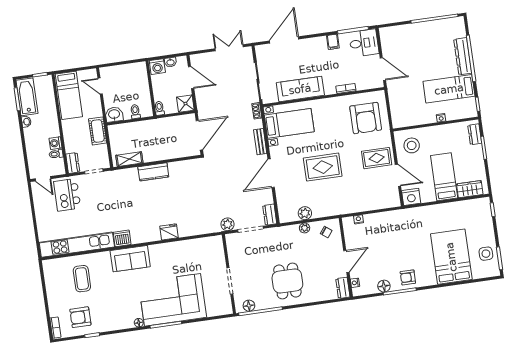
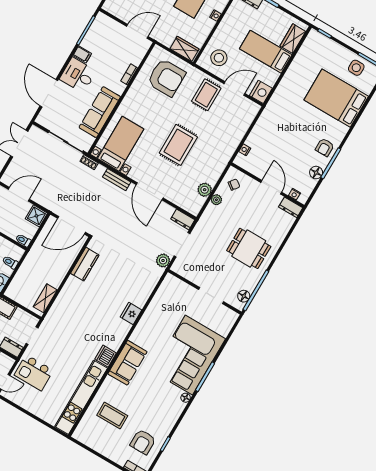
desk: (364, 43) -> (78, 75), moved, turned -90
wardrobe: (398, 115) -> (185, 49), added
door: (199, 135) -> (71, 225), swing flipped
kitchen counter: (153, 172) -> (85, 264), moved

